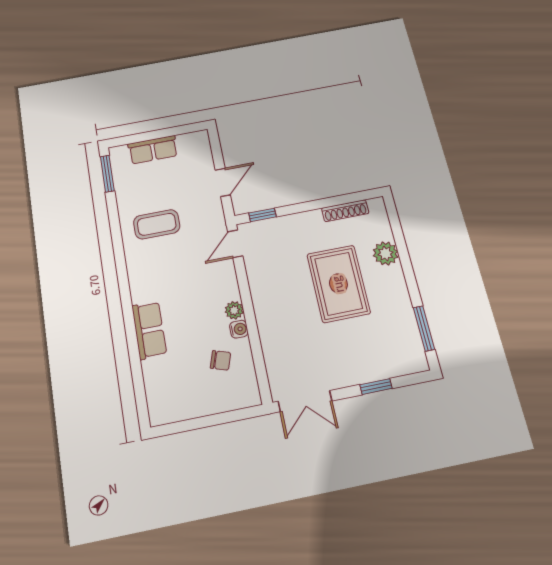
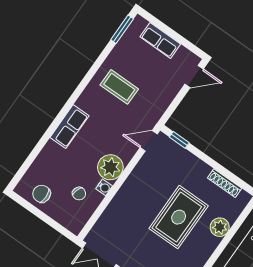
door: (223, 182) -> (194, 76), moved
plant: (234, 310) -> (110, 167), width x1.88, depth x1.88
row of seats: (149, 330) -> (69, 127), moved
chair: (183, 400) -> (42, 194), added

